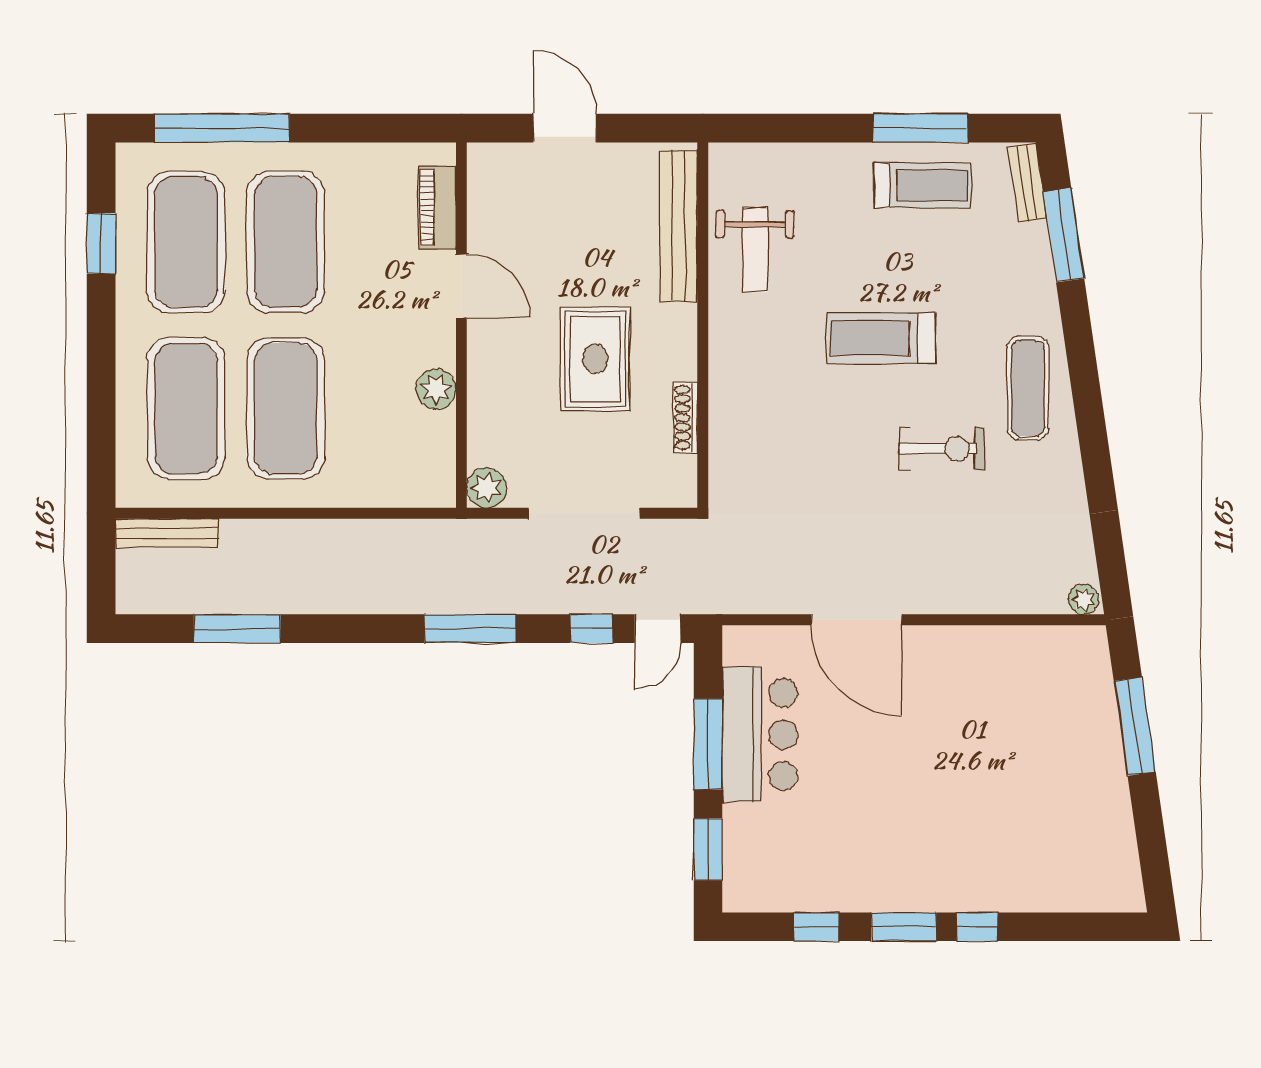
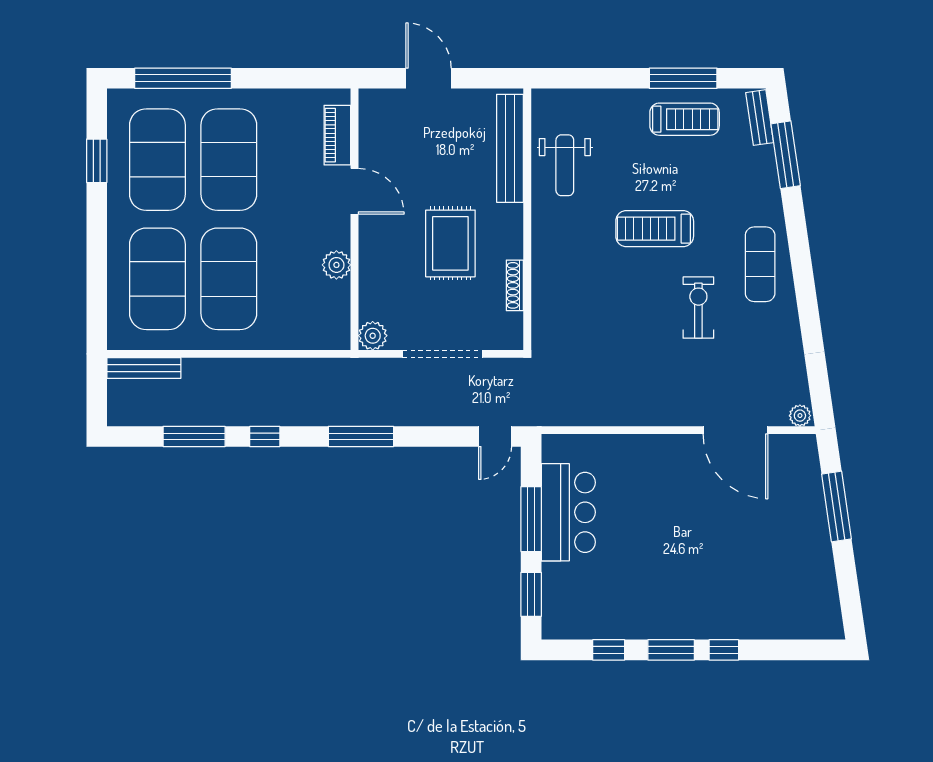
exercise bike: (942, 449) -> (698, 308), turned -90
door: (856, 620) -> (735, 430), moved
window: (592, 629) -> (265, 436), moved

